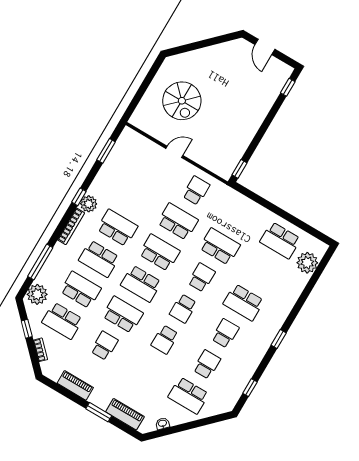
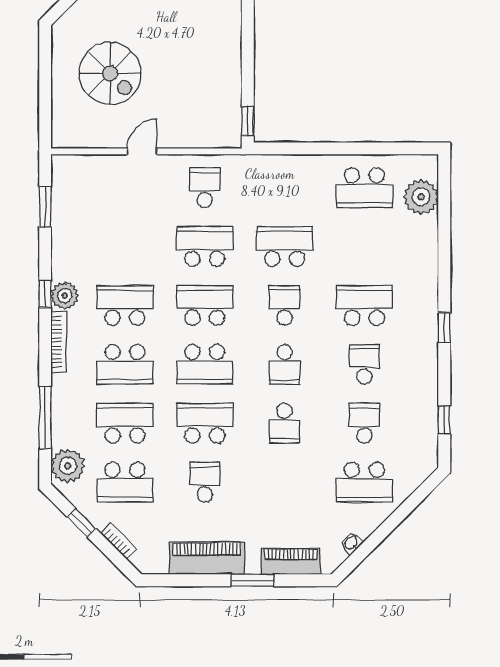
school desk: (244, 302) -> (364, 305), turned 180
piano: (75, 385) -> (207, 558), width x1.37, depth x1.33

